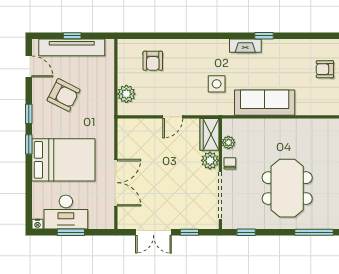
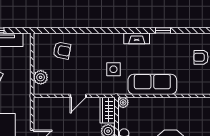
window: (264, 36) -> (163, 30), moved
armchair: (153, 61) -> (62, 50), turned -79
plant: (228, 143) -> (123, 102), moved

